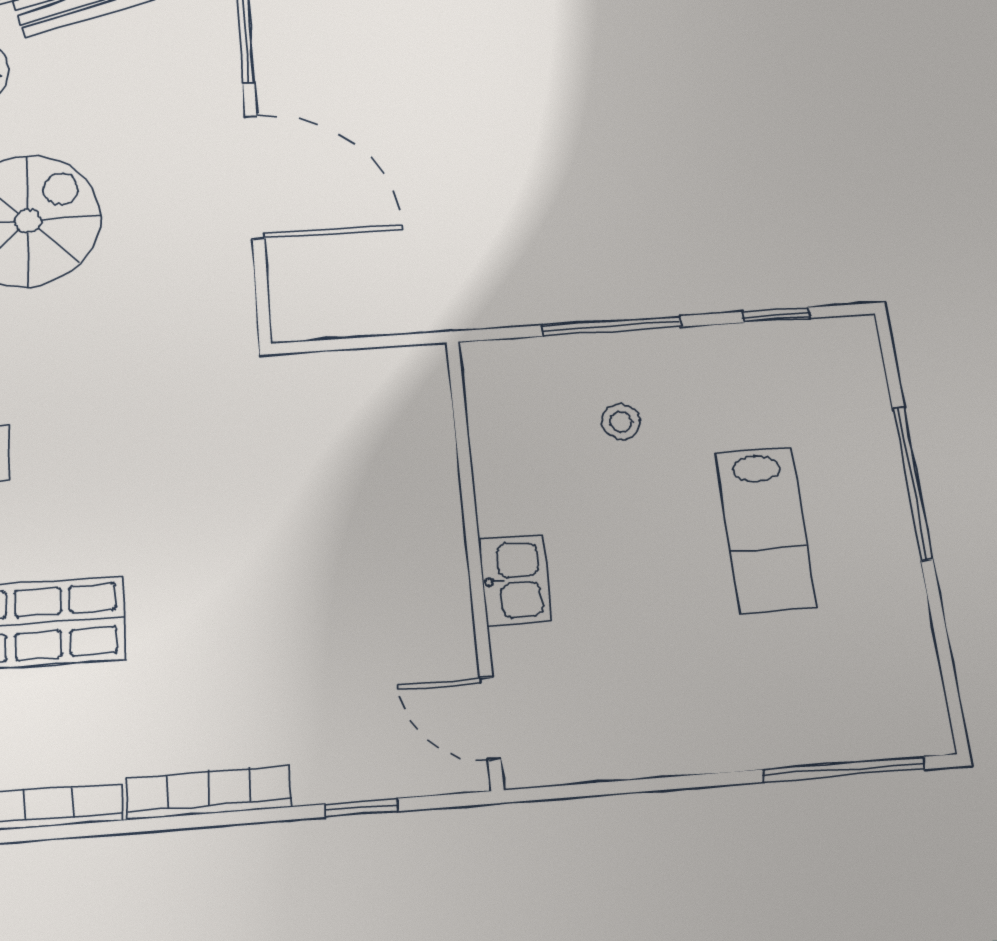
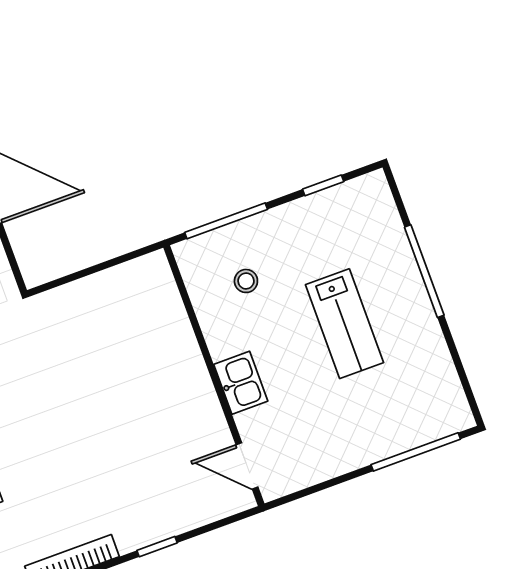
wall: (474, 557) -> (214, 376), moved
kitchen sink: (515, 580) -> (241, 383), moved
door: (490, 718) -> (247, 466), moved

